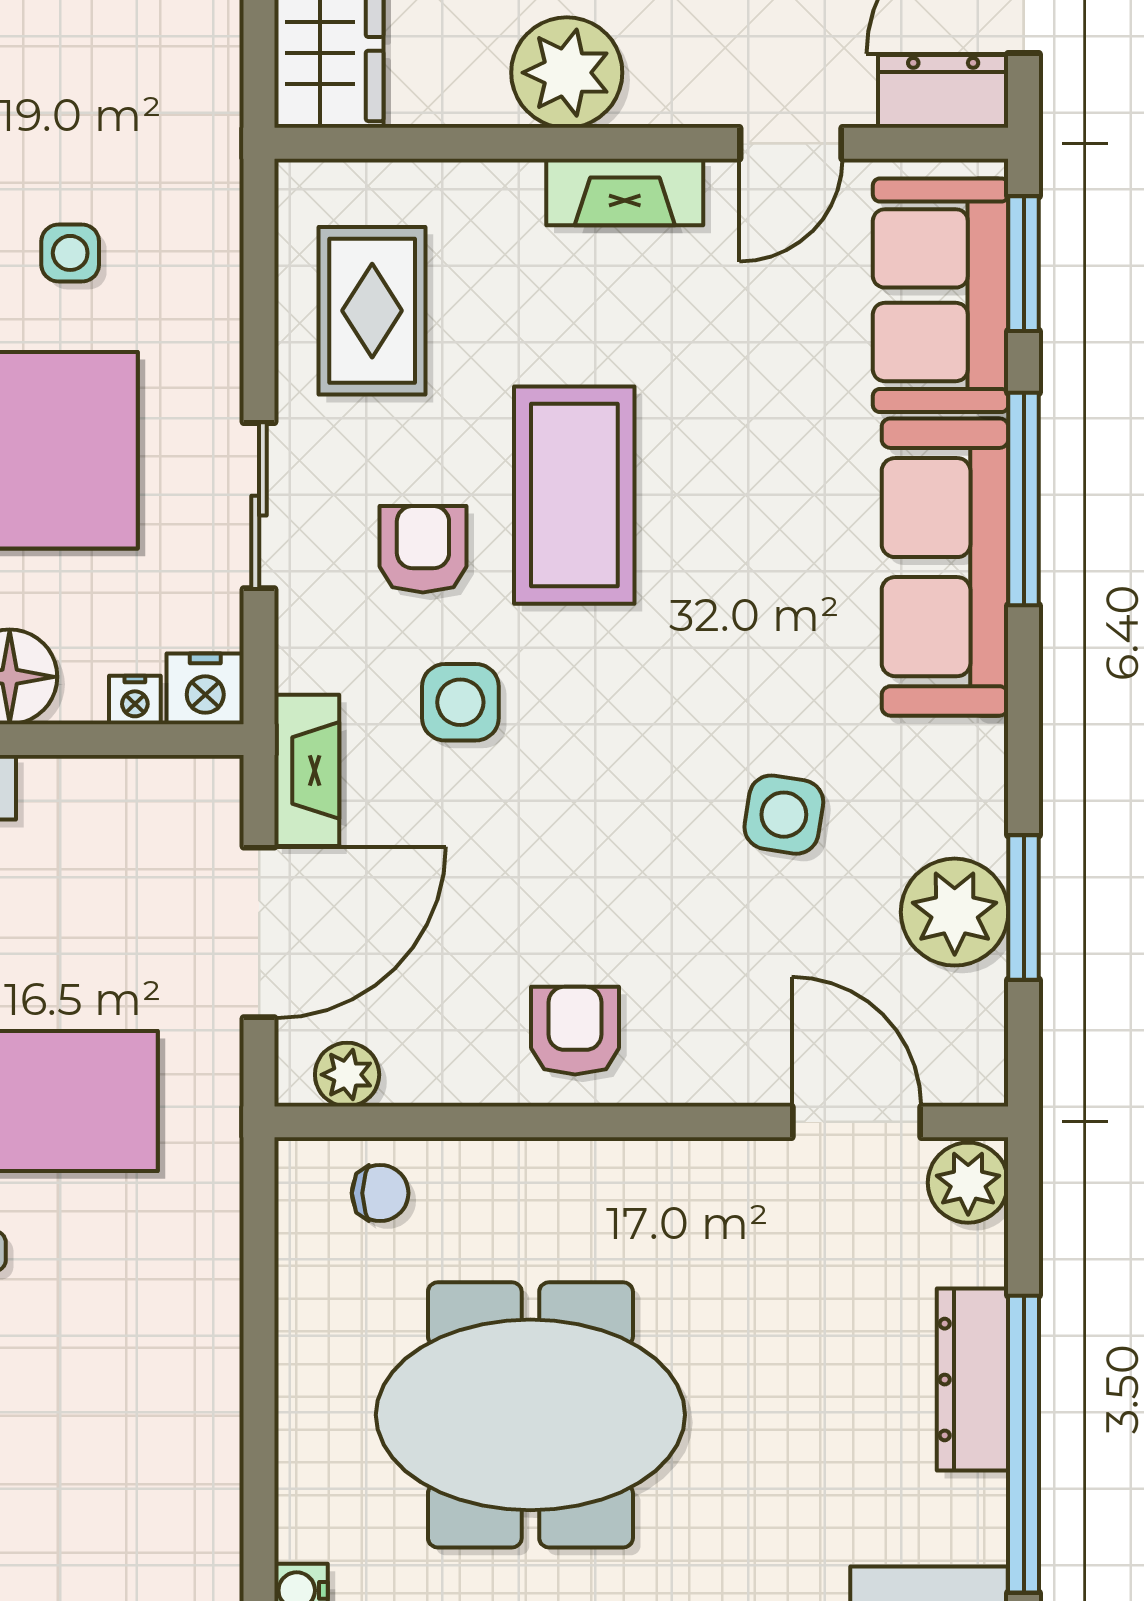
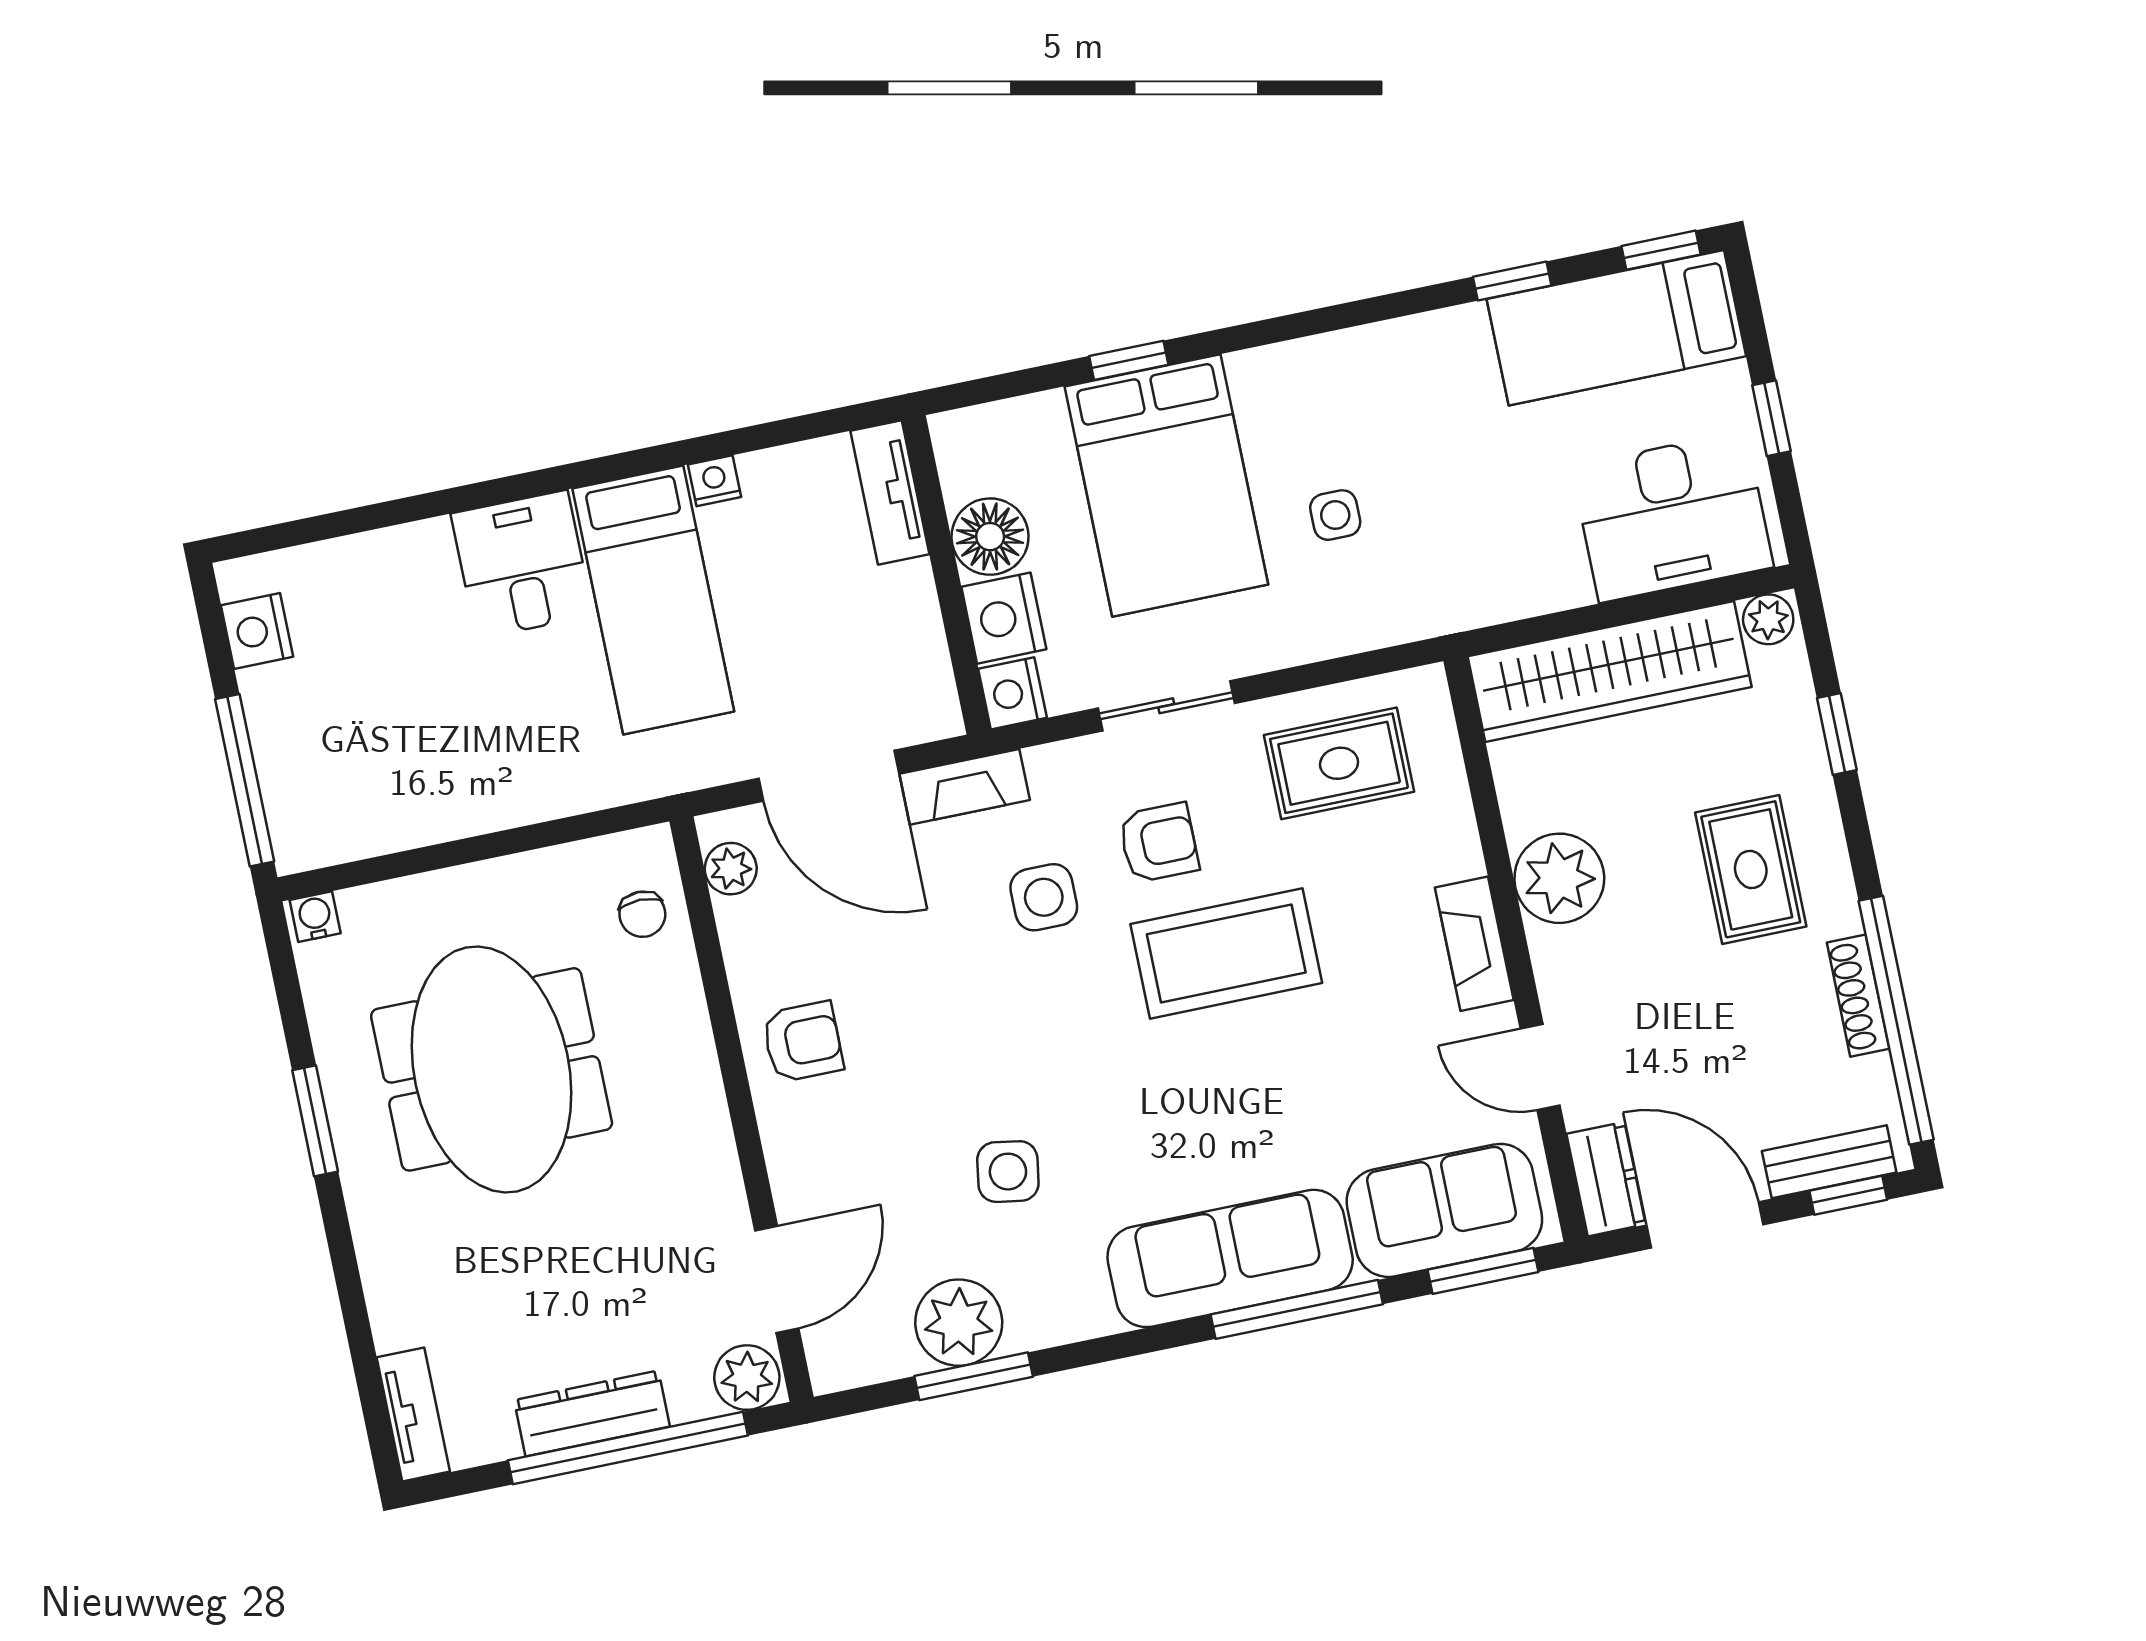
nightstand: (135, 700) -> (1004, 618), width x1.89, depth x1.79
window: (1024, 1444) -> (628, 1448), moved

